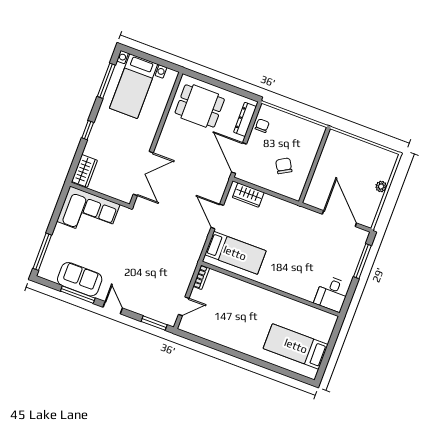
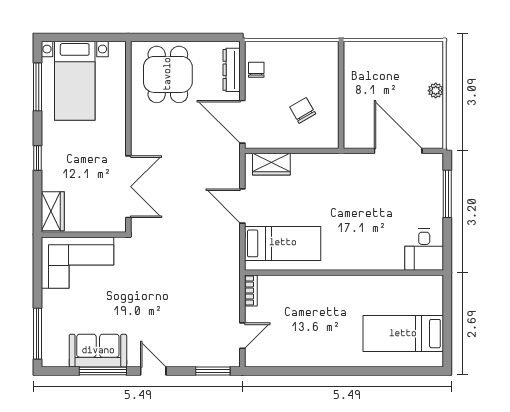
dining table: (200, 106) -> (168, 74), turned 90

